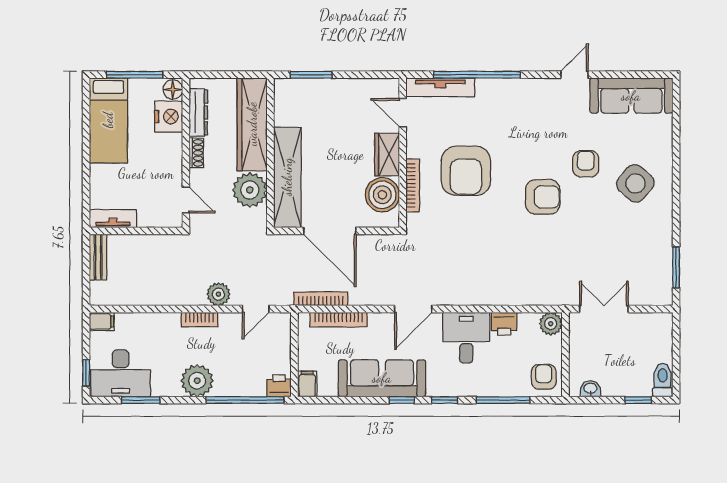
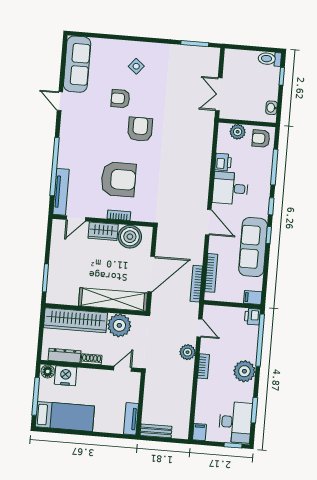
side table: (635, 183) -> (136, 66), width x0.54, depth x0.54
bookcase: (413, 185) -> (119, 215), width x0.64
plant: (551, 324) -> (238, 132), moved

